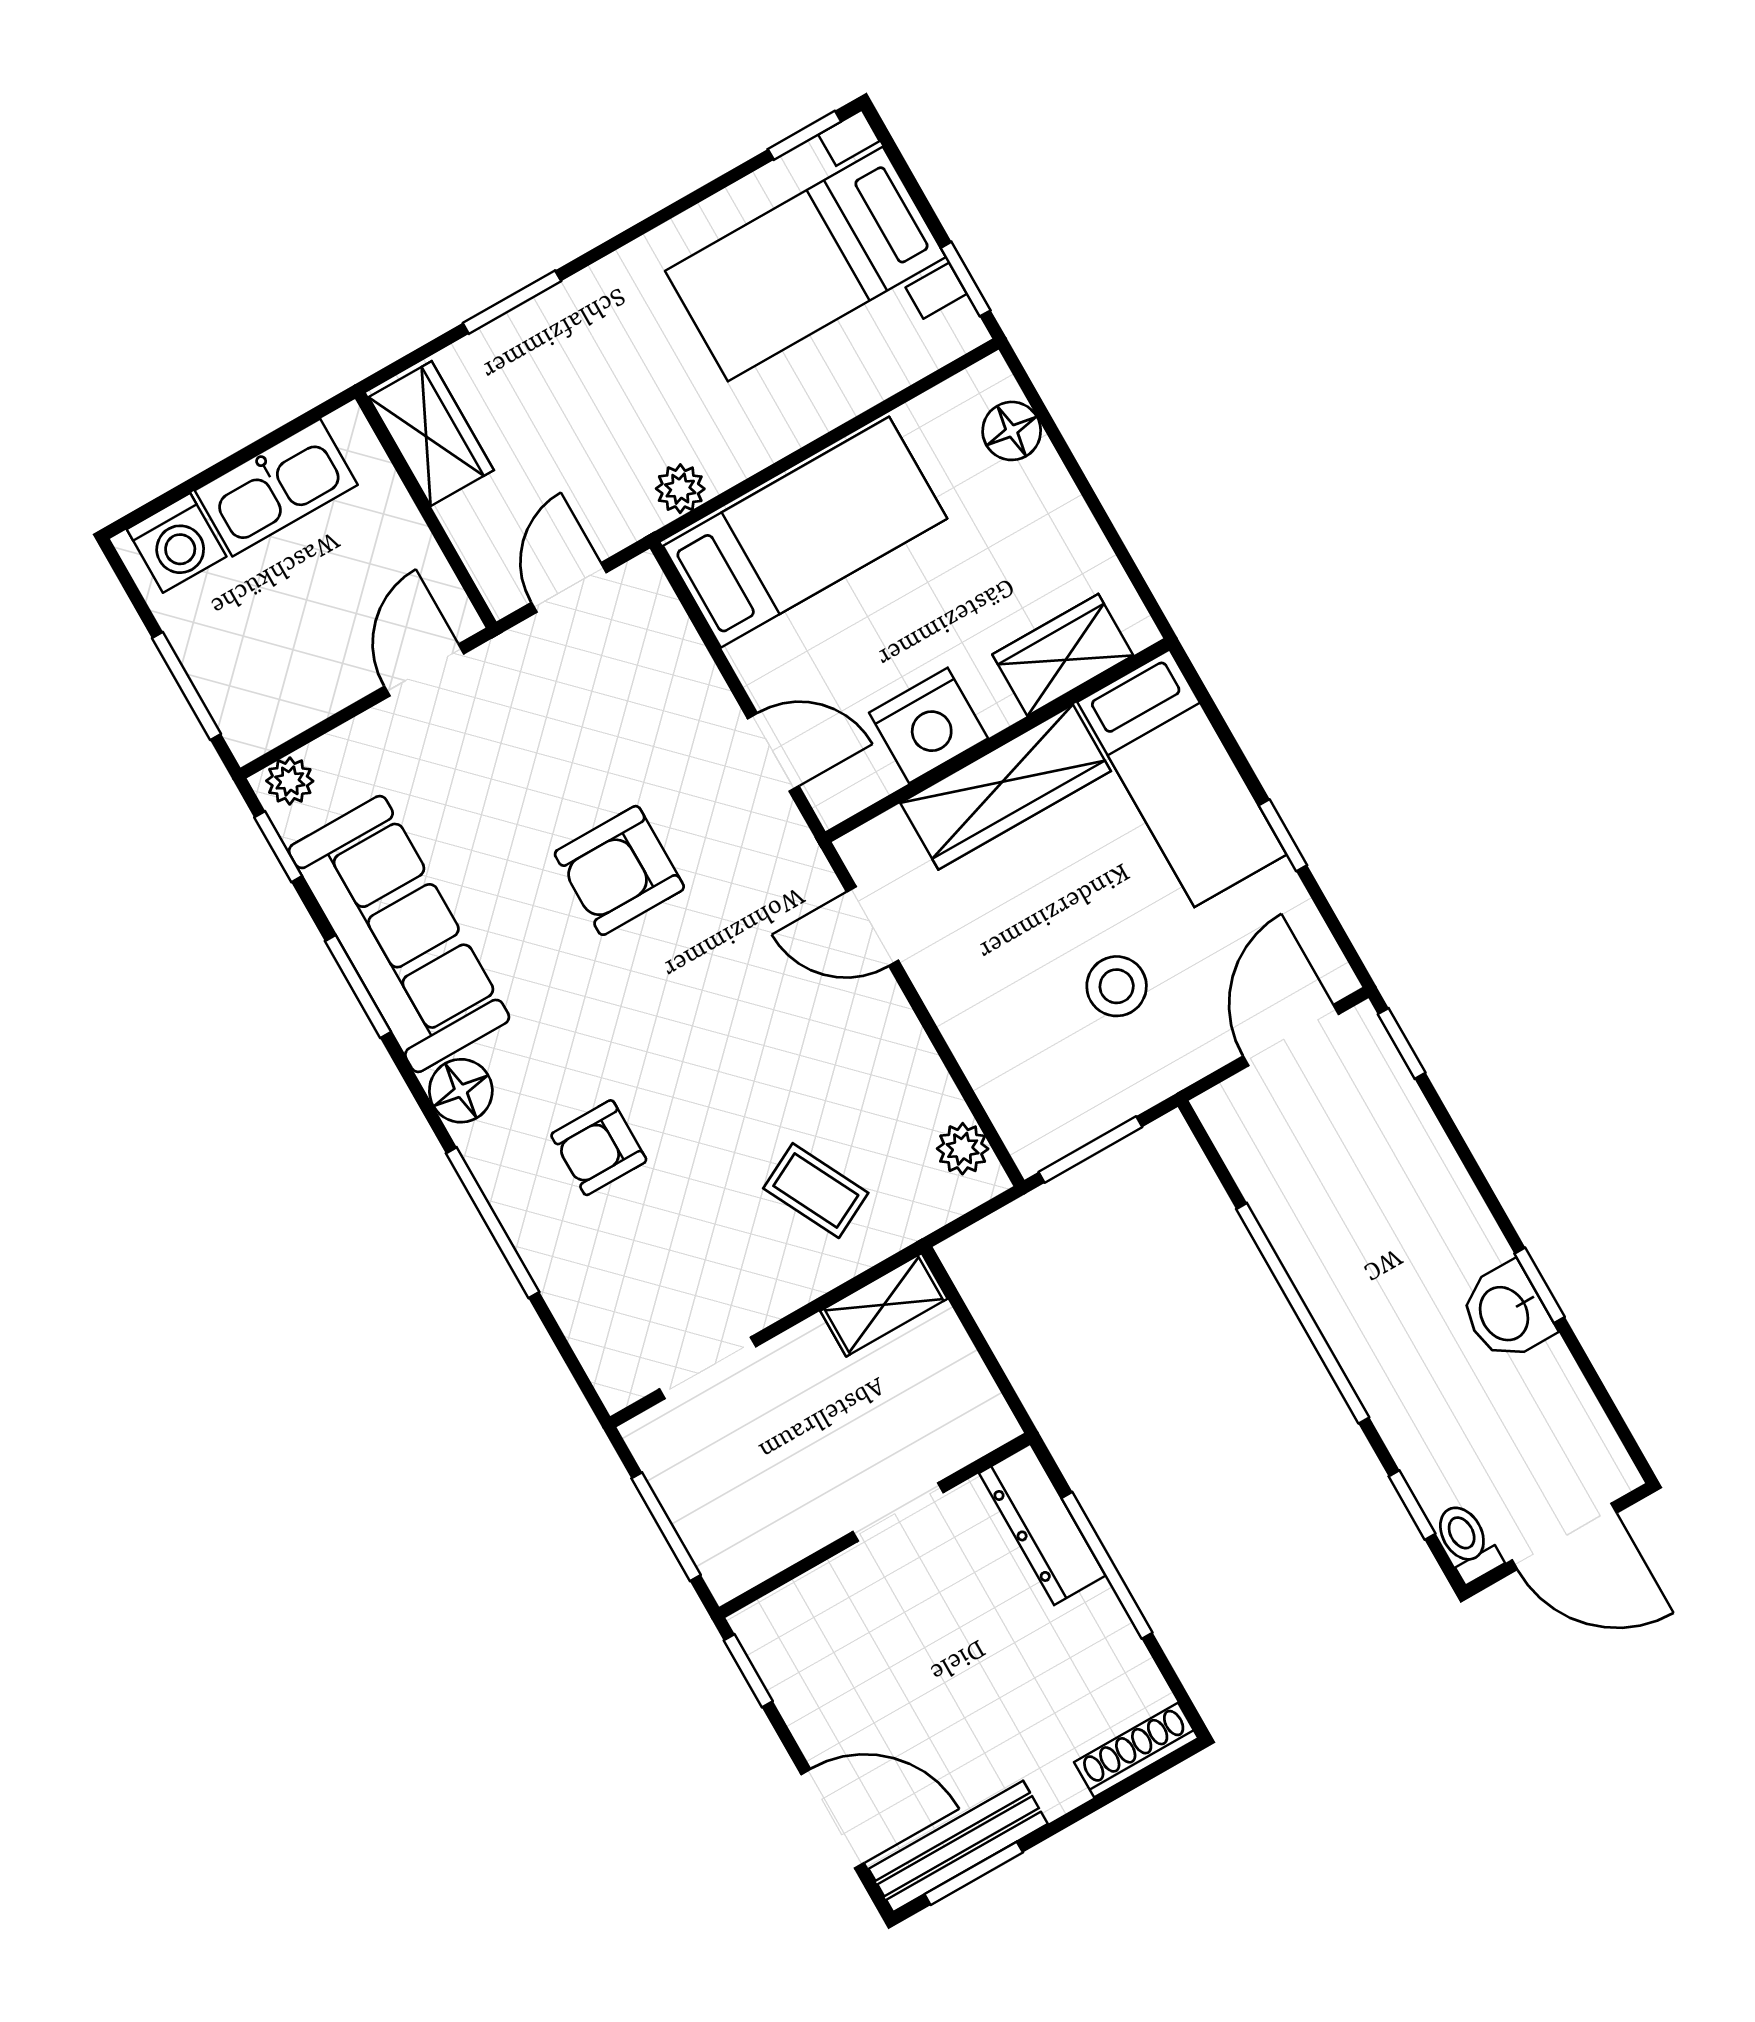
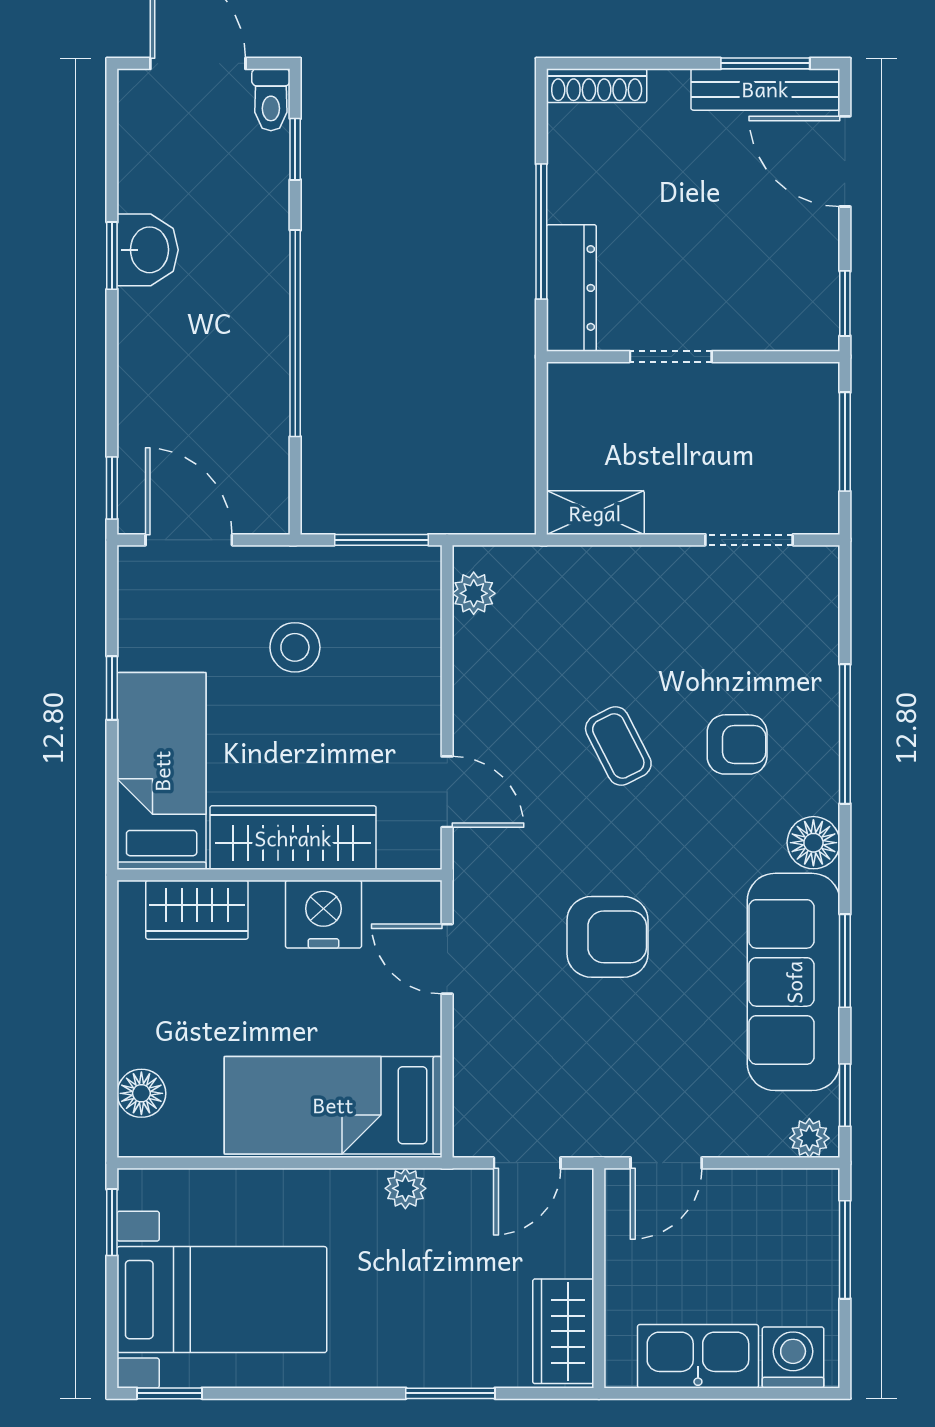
door: (1291, 1035) -> (189, 540), swing flipped
coffee table: (816, 1191) -> (618, 746), moved

